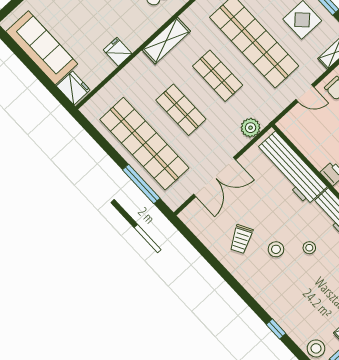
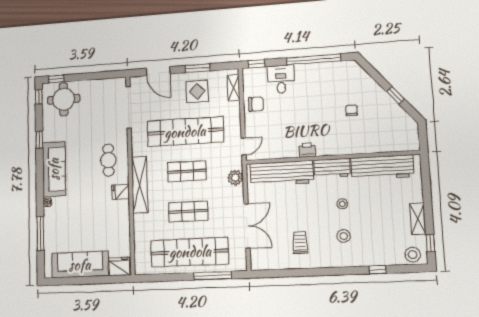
shelving: (166, 41) -> (140, 185), width x1.47
fridge: (118, 52) -> (121, 192), moved
door: (305, 93) -> (244, 146), moved
trolley: (241, 239) -> (300, 243), turned -151
stool: (276, 249) -> (344, 236), moved

